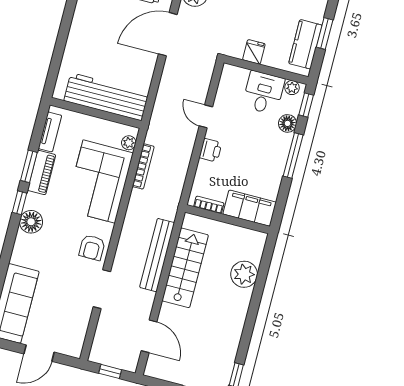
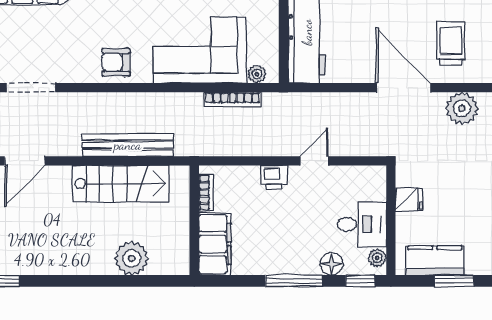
doorway: (102, 289) -> (31, 88), moved

